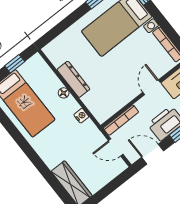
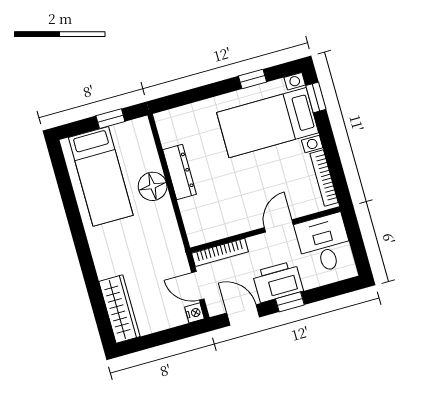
floor lamp: (64, 93) -> (153, 186), width x1.89, depth x1.89
nightstand: (81, 116) -> (194, 313), moved

